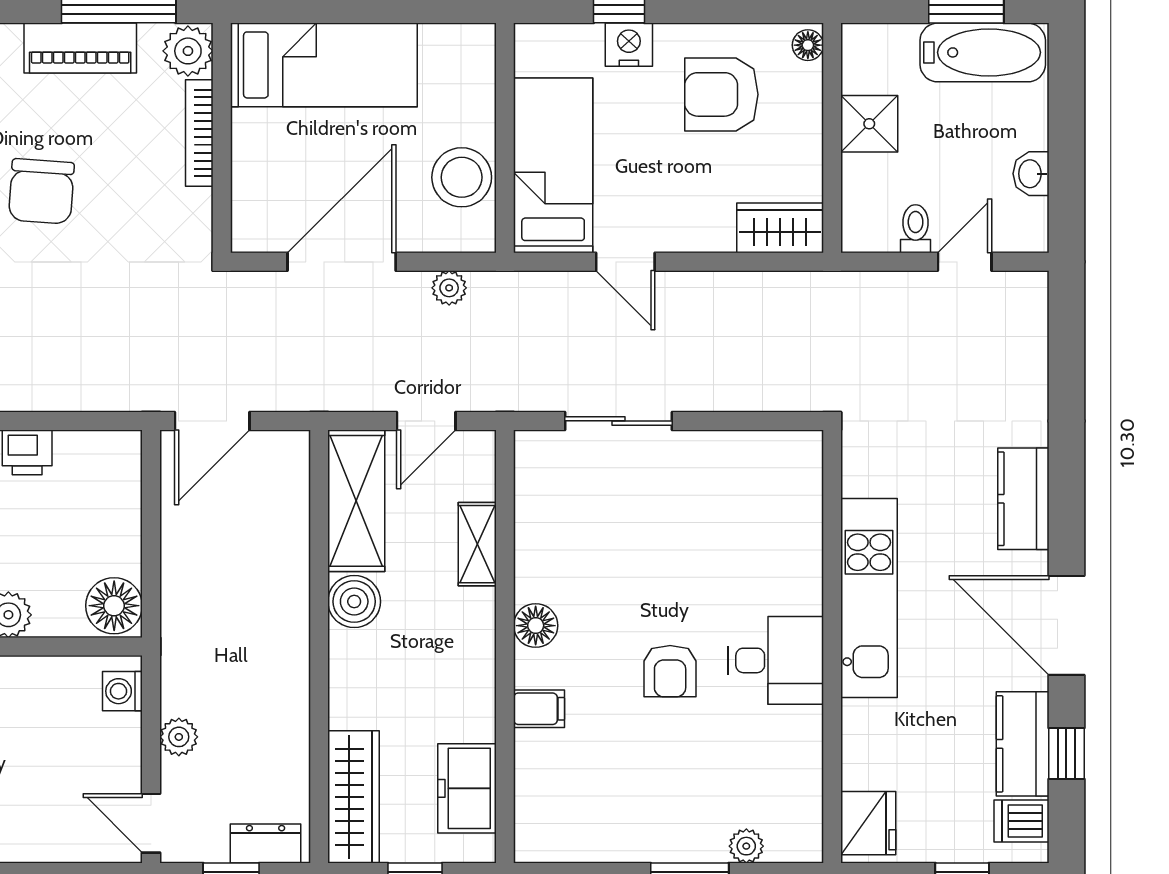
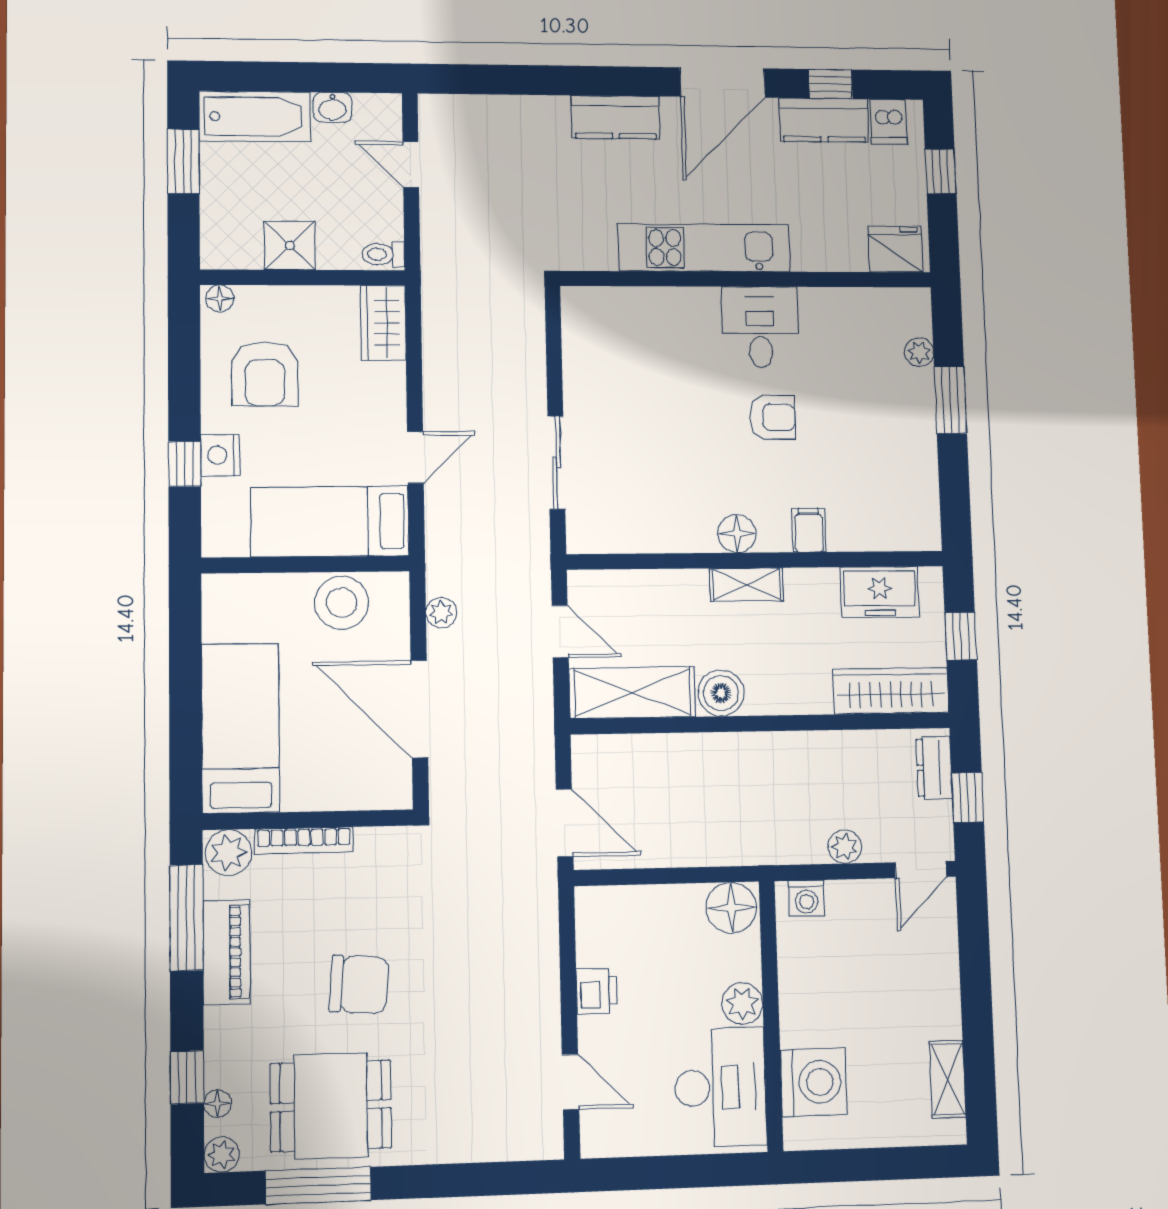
bathtub: (983, 52) -> (255, 117), moved, turned 90
toilet: (916, 229) -> (383, 254), moved
shelving: (477, 544) -> (746, 584), moved

